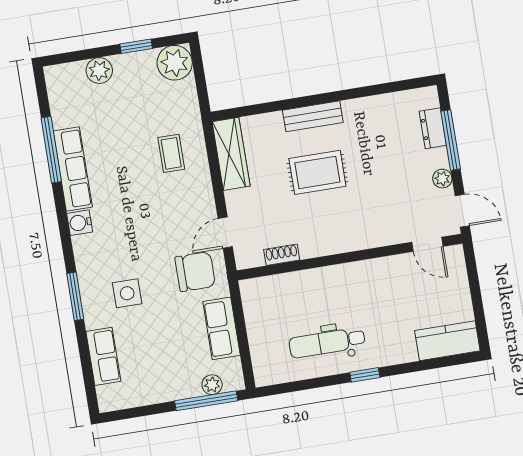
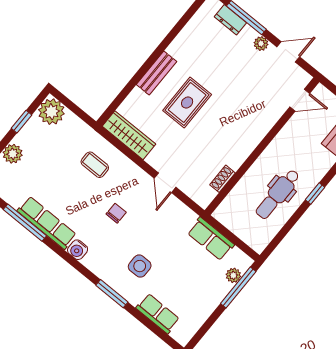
door: (427, 244) -> (300, 100), moved
shoe rack: (282, 255) -> (222, 179), moved
wall: (350, 257) -> (262, 146), moved
chair: (195, 272) -> (116, 213), moved, width x0.54, depth x0.54

